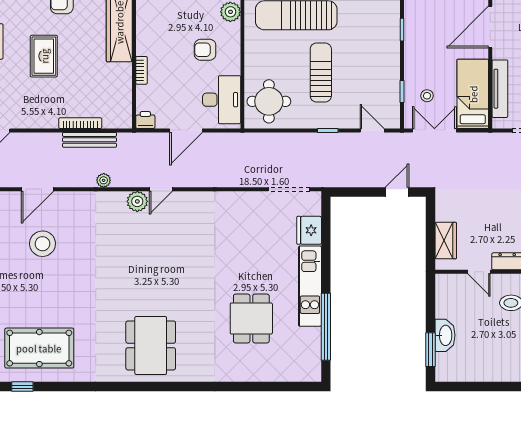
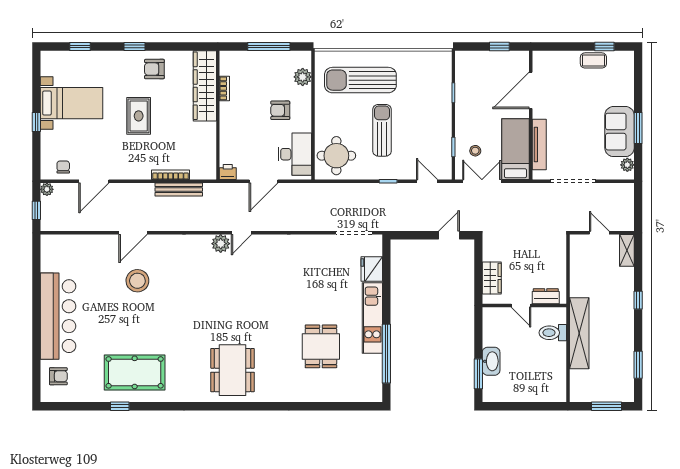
bookcase: (142, 70) -> (224, 88), moved
plant: (104, 180) -> (191, 225), removed

